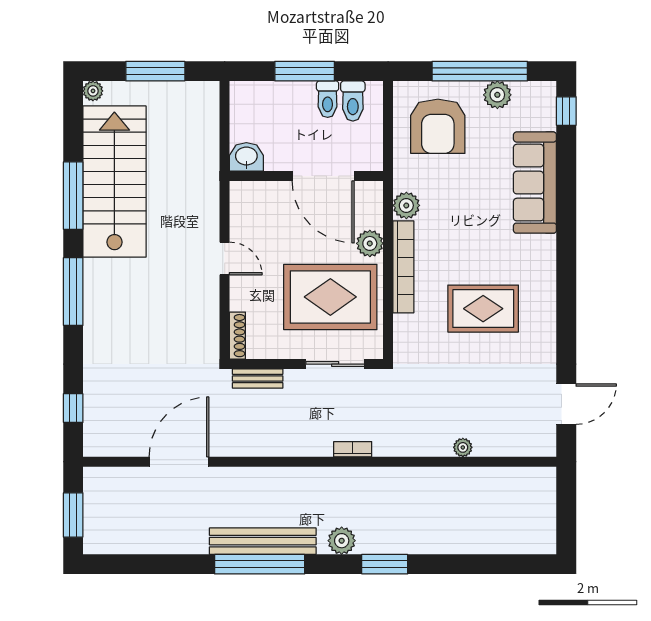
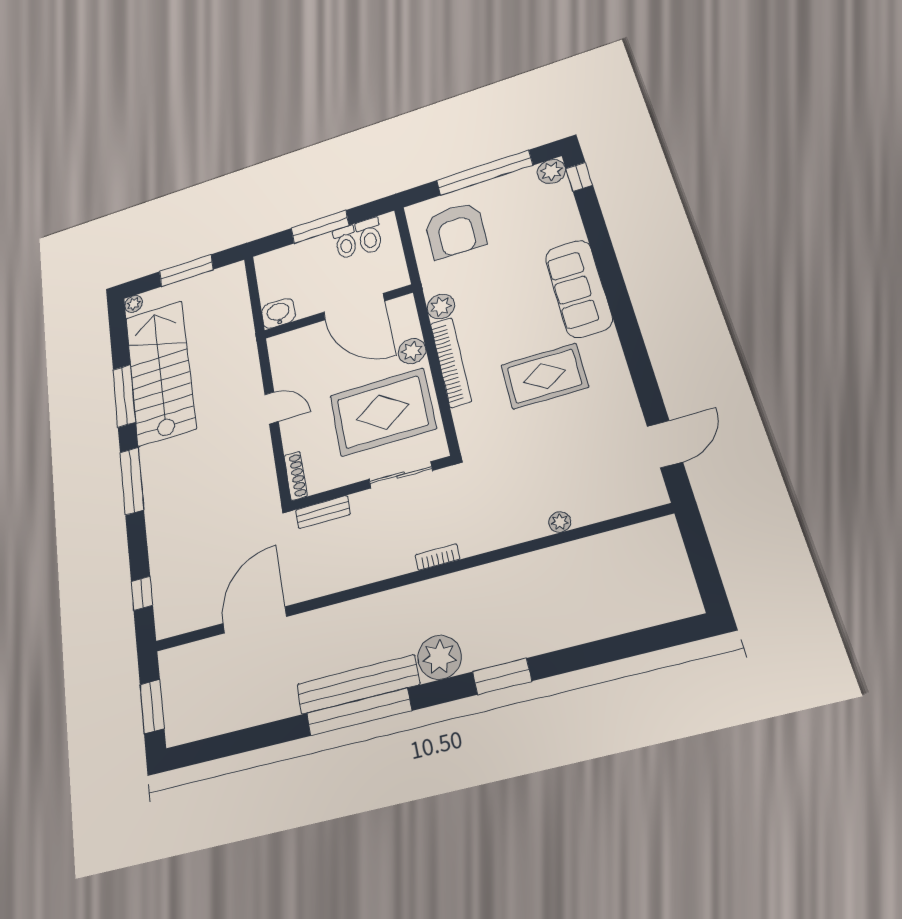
plant: (497, 95) -> (551, 171), moved
sofa: (535, 183) -> (579, 288), moved
plant: (342, 541) -> (439, 657), width x1.36, depth x1.36

